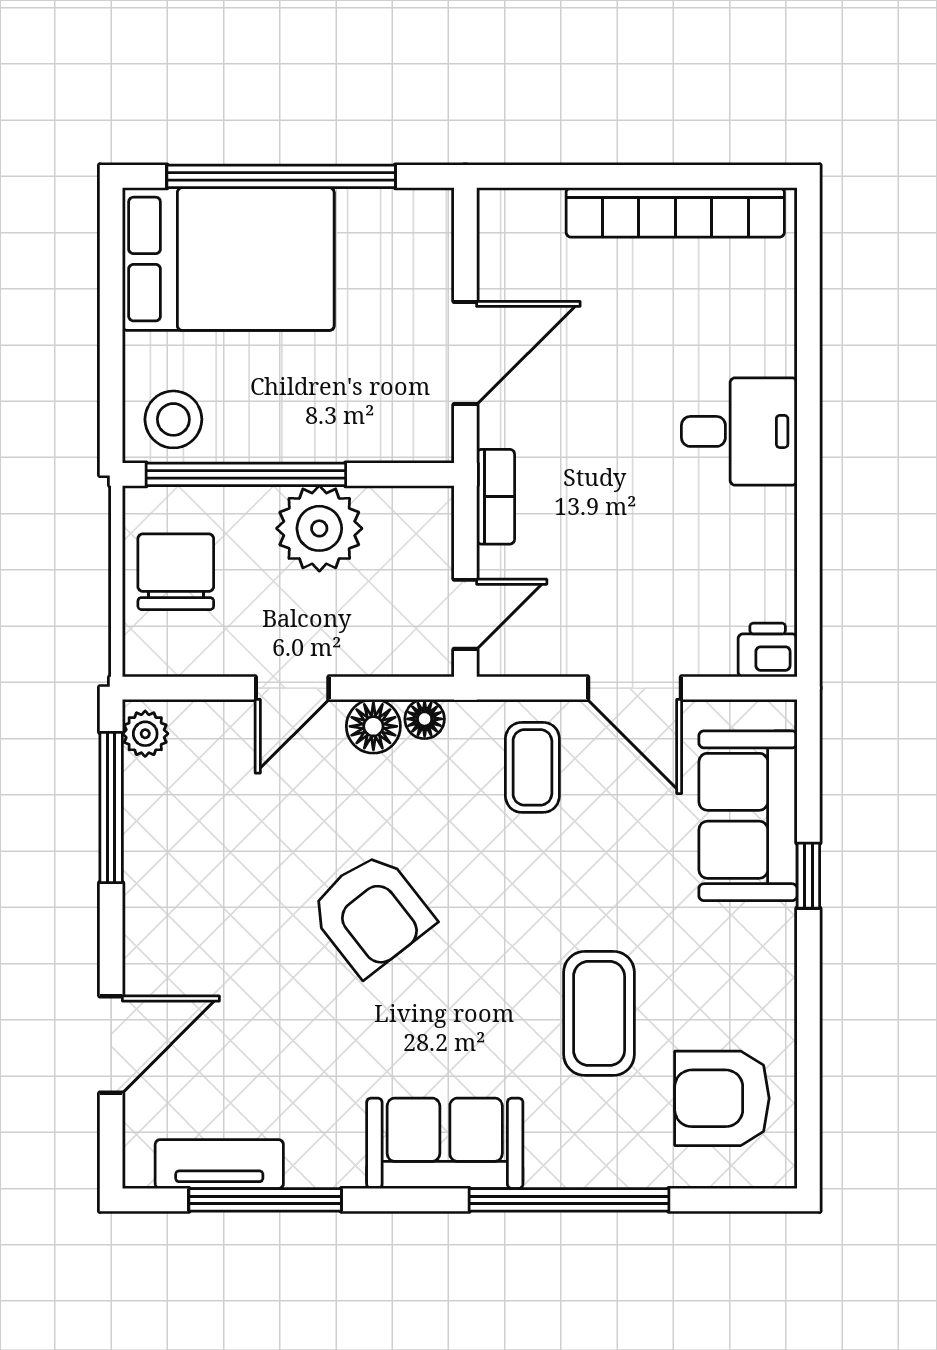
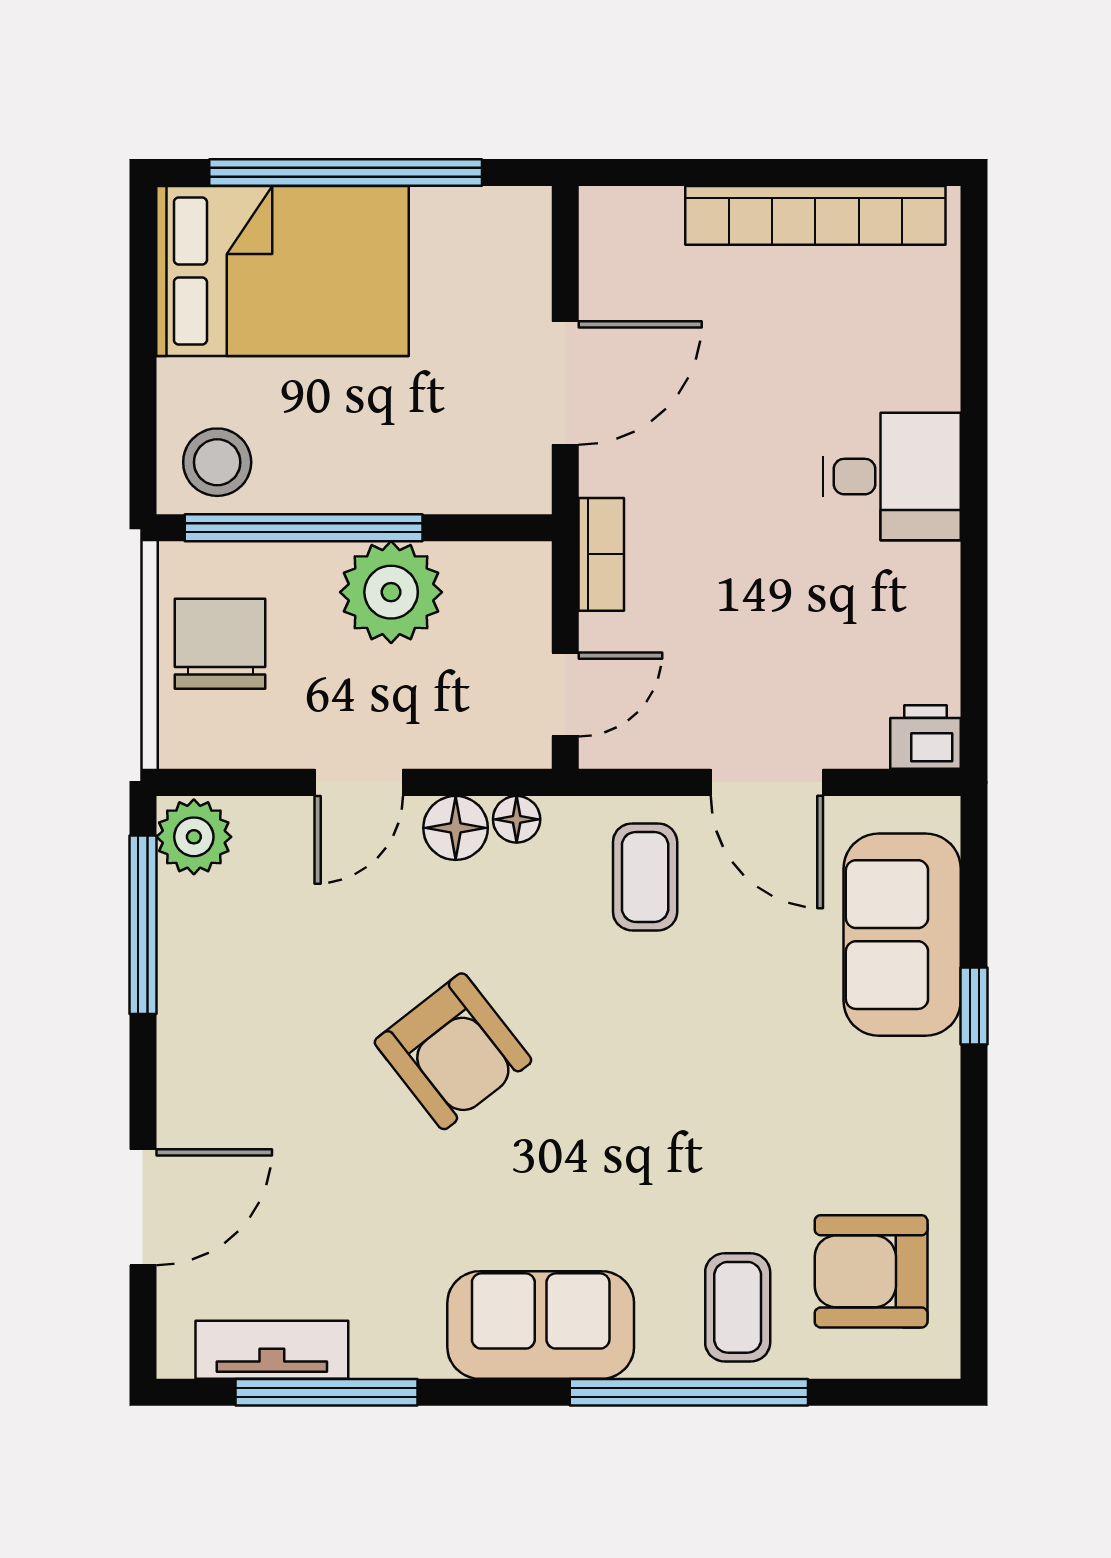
plant: (145, 734) -> (194, 837), width x1.38, depth x1.38
coffee table: (599, 1013) -> (738, 1307), moved, width x0.73, depth x0.77

